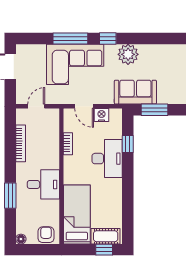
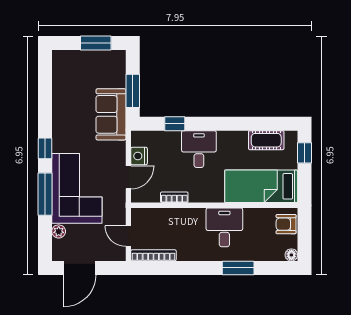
plant: (128, 54) -> (59, 231), moved, width x0.53, depth x0.53
bookcase: (21, 143) -> (153, 255), moved
desk: (107, 159) -> (199, 149), width x0.73
cot: (106, 236) -> (266, 140), moved, turned 90

